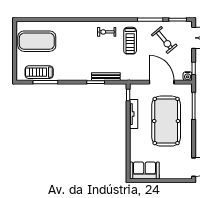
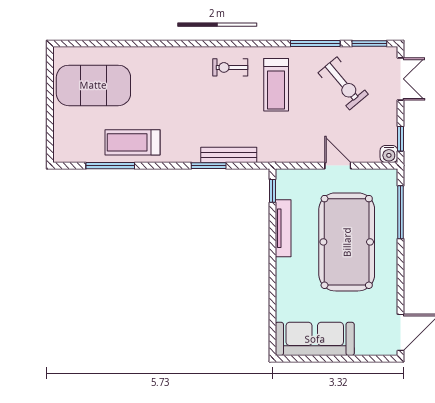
treadmill: (39, 72) -> (133, 142), moved
door: (162, 82) -> (338, 166), width x0.53
sofa: (144, 171) -> (315, 339), width x1.36

